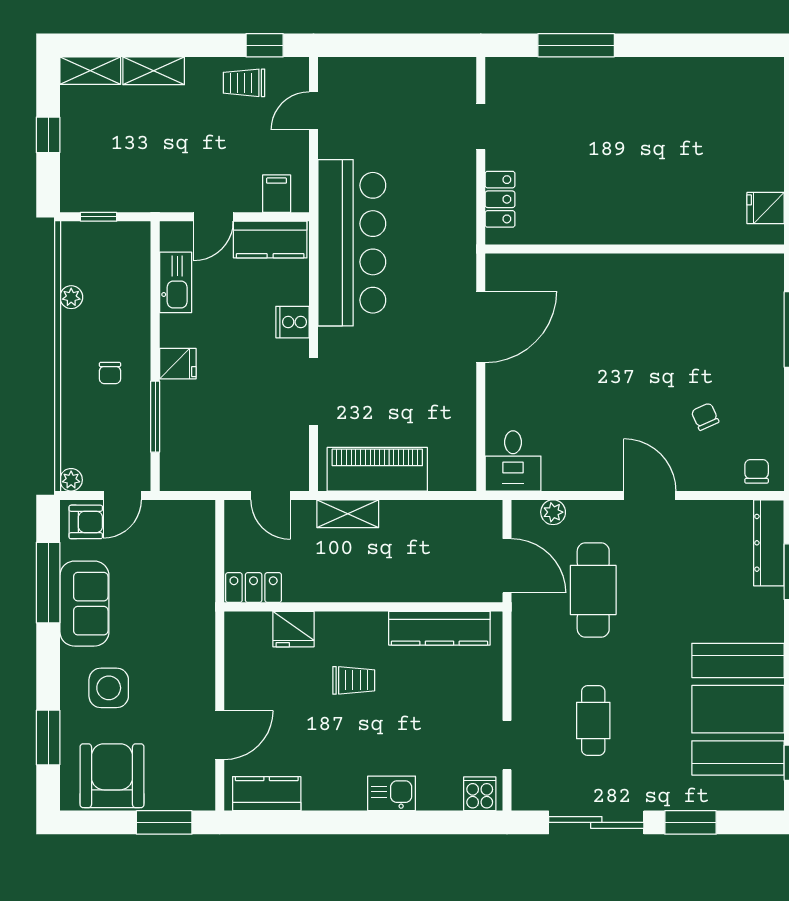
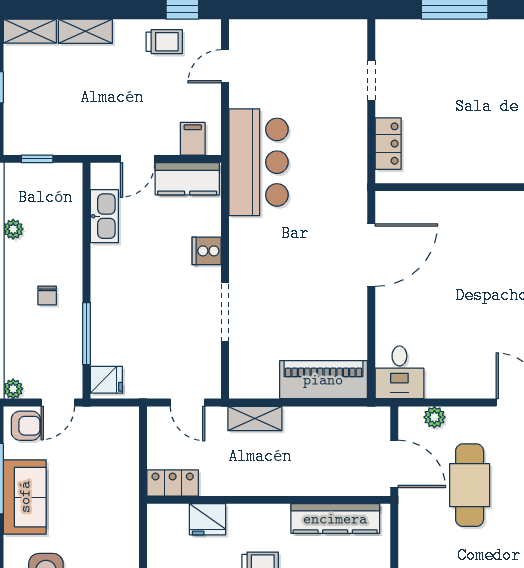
trolley: (244, 83) -> (164, 42), turned 180
bar counter: (352, 243) -> (259, 162), width x0.73
fridge: (178, 364) -> (106, 380), moved
piano: (377, 469) -> (323, 380), moved

